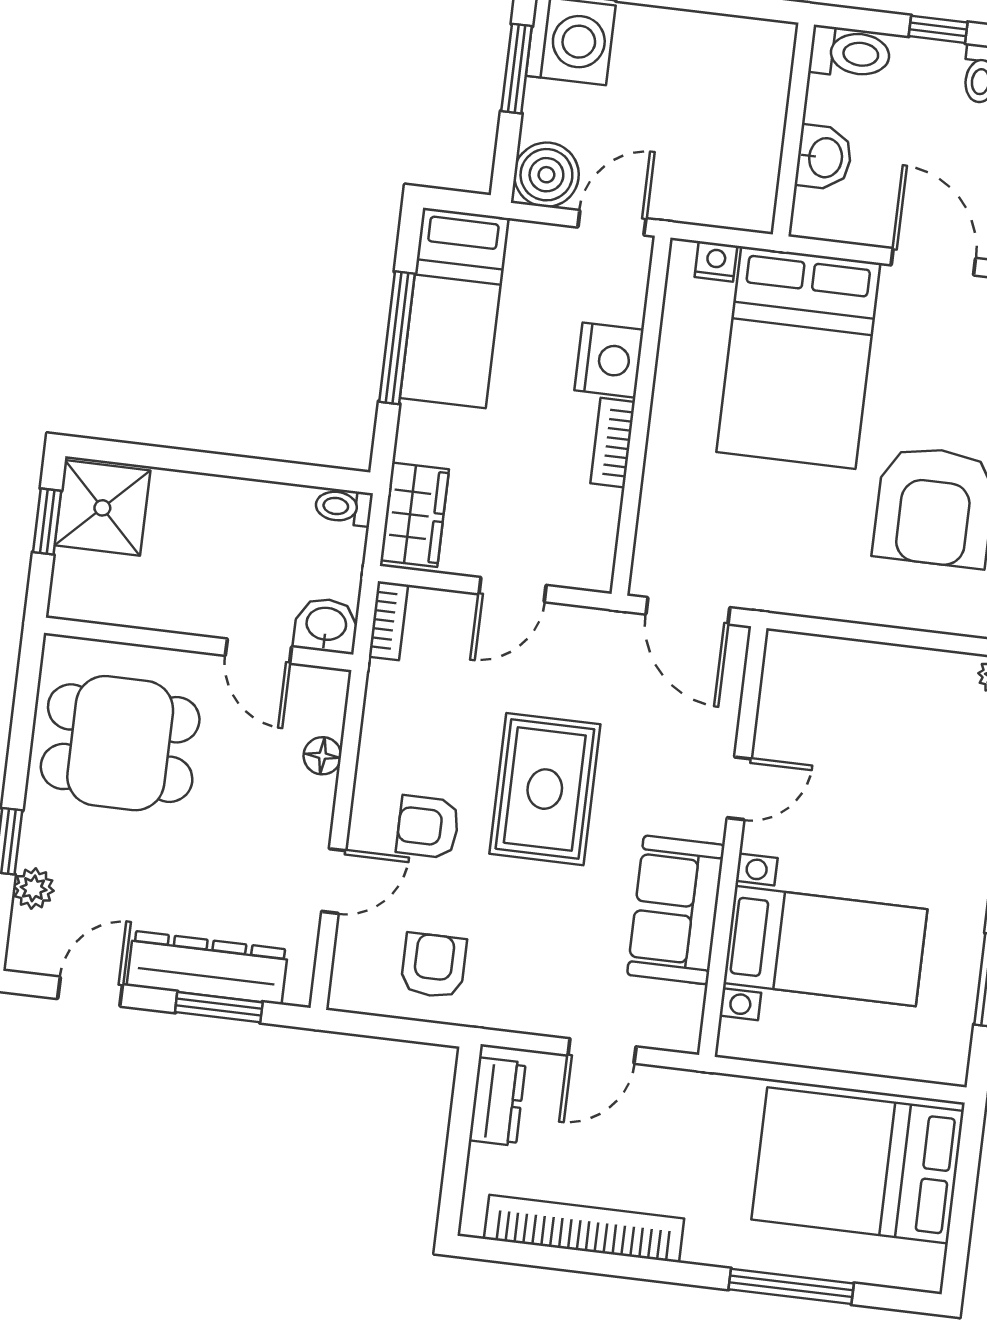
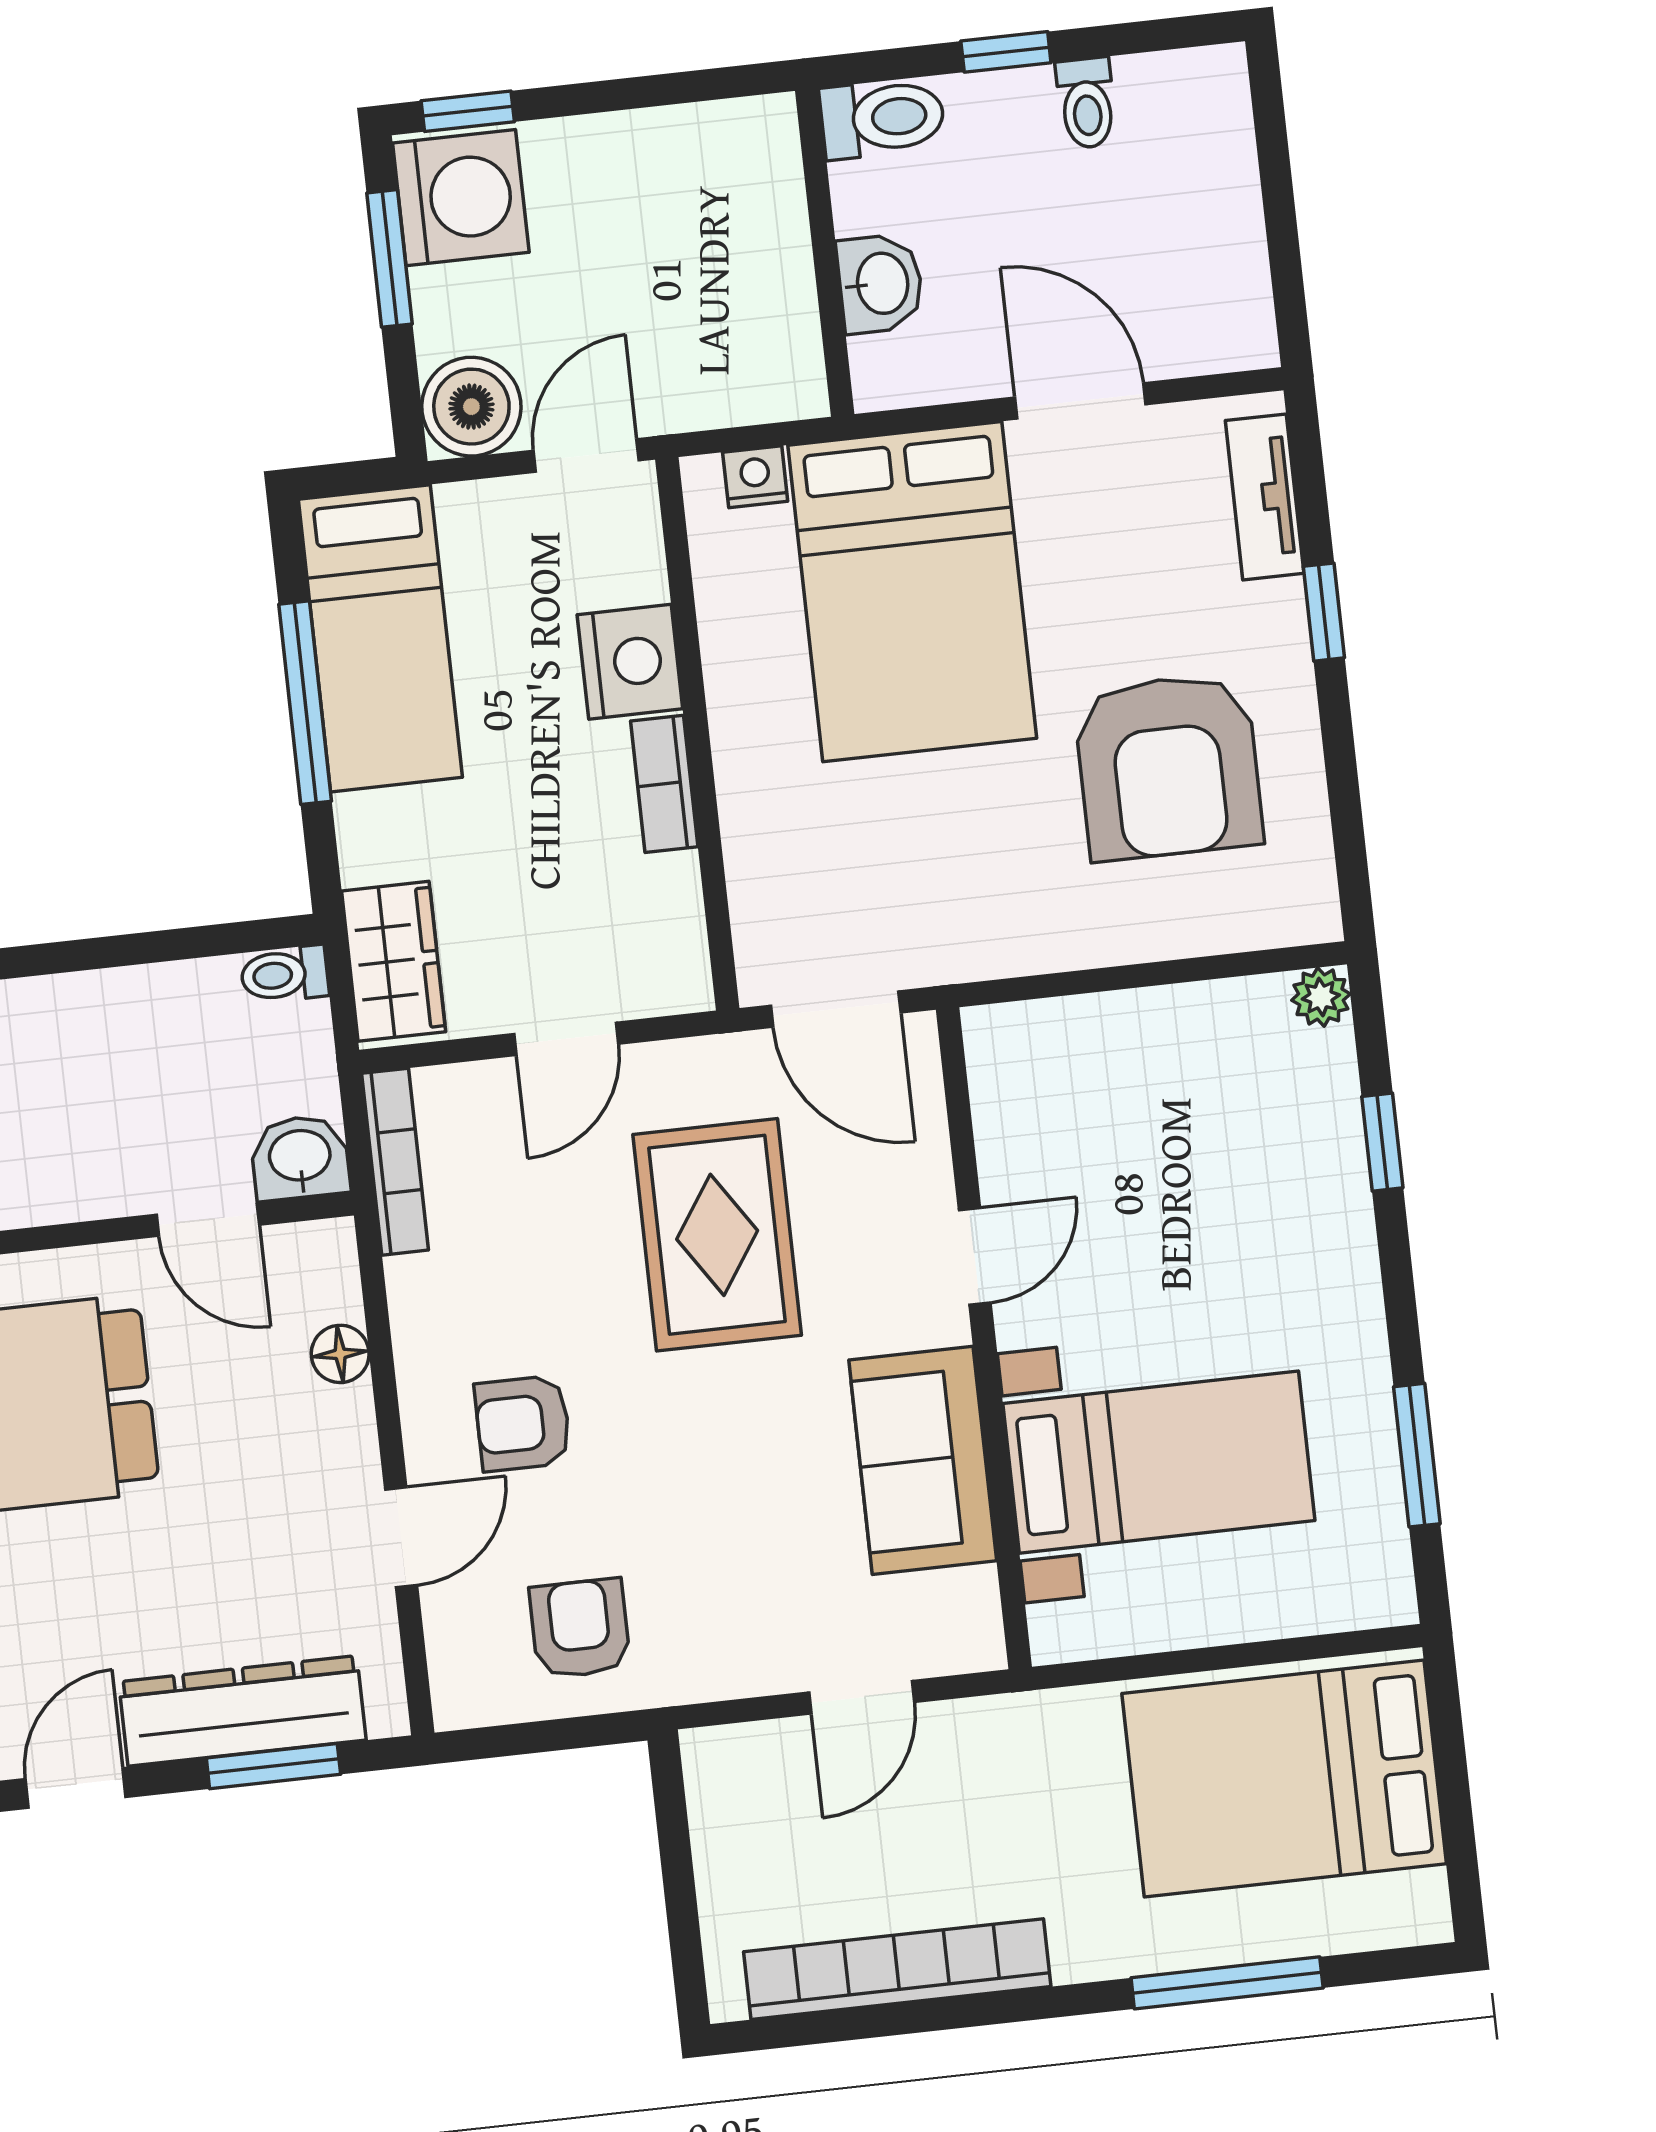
bookcase: (388, 621) -> (395, 1162), width x1.56
rug: (545, 789) -> (717, 1235), moved
dresser: (497, 1102) -> (723, 1810), removed

